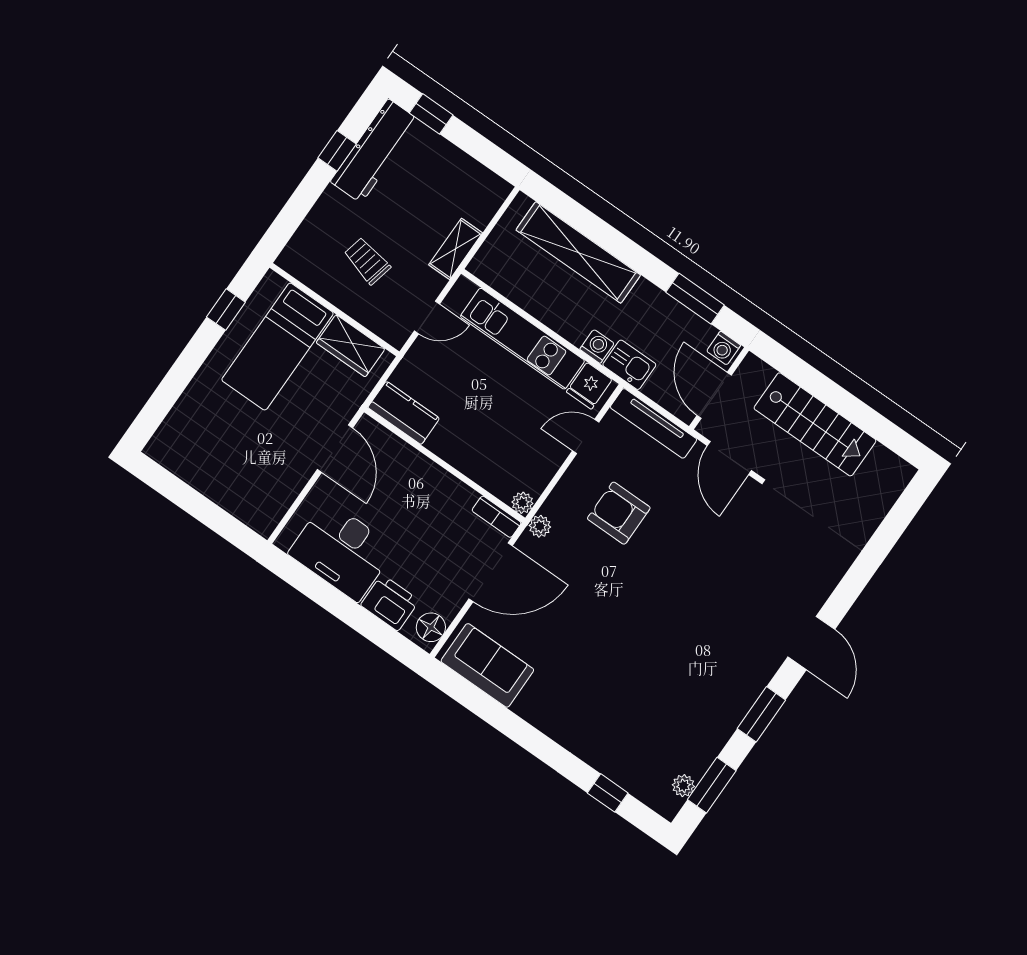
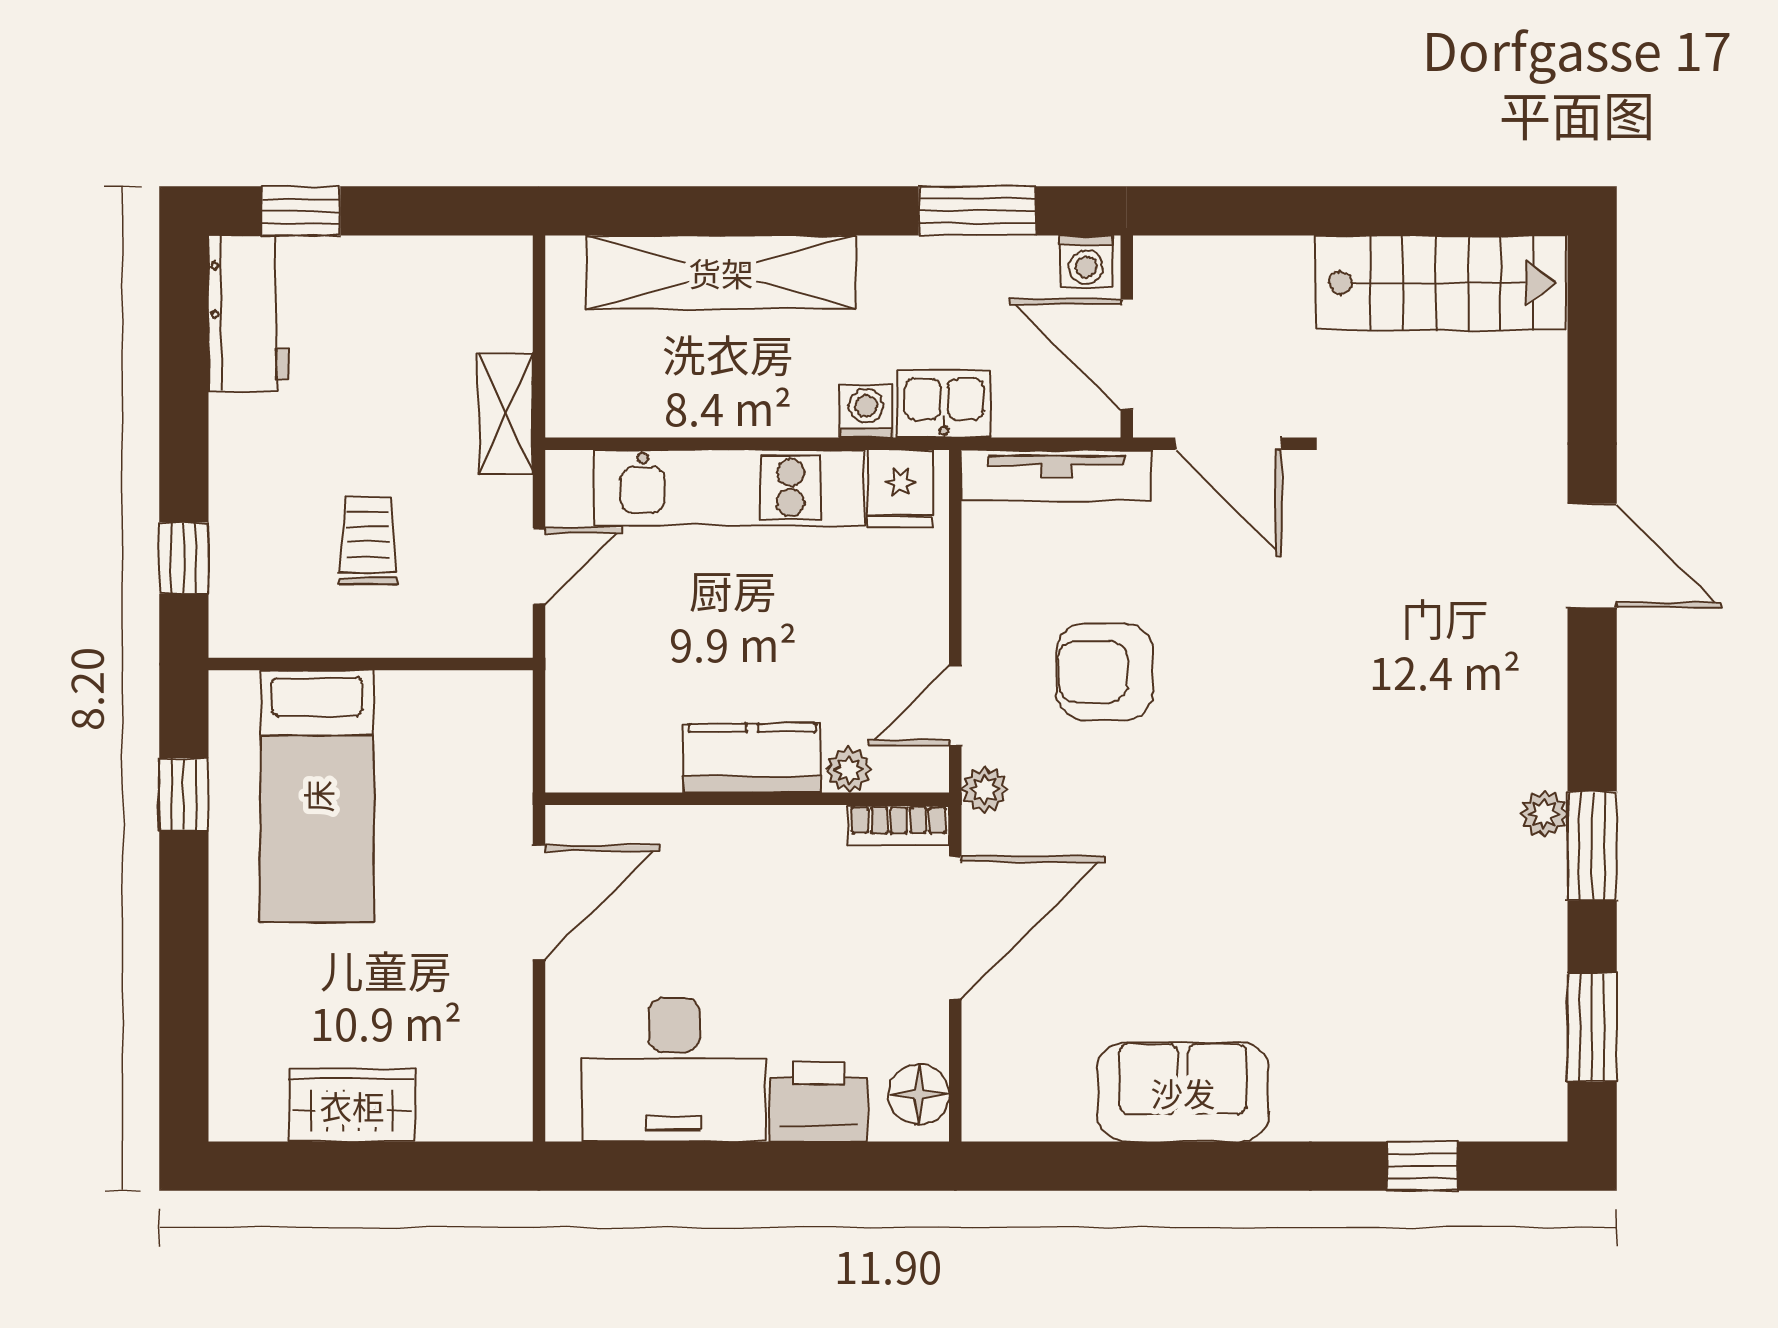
window: (337, 151) -> (184, 558), moved
workbench: (375, 151) -> (249, 313), width x0.73
trolley: (367, 261) -> (368, 541), turned 77
wardrobe: (351, 346) -> (352, 1105), moved, turned 180
kitchen counter: (404, 413) -> (752, 758), moved
stairs: (815, 424) -> (1441, 283), moved
door: (586, 437) -> (955, 705), moved
door: (335, 449) -> (539, 902), hinge flipped
plant: (522, 503) -> (849, 770), moved
door: (811, 643) -> (1592, 556), moved
sofa: (487, 665) -> (1183, 1092), moved
plant: (683, 786) -> (1544, 814), moved

